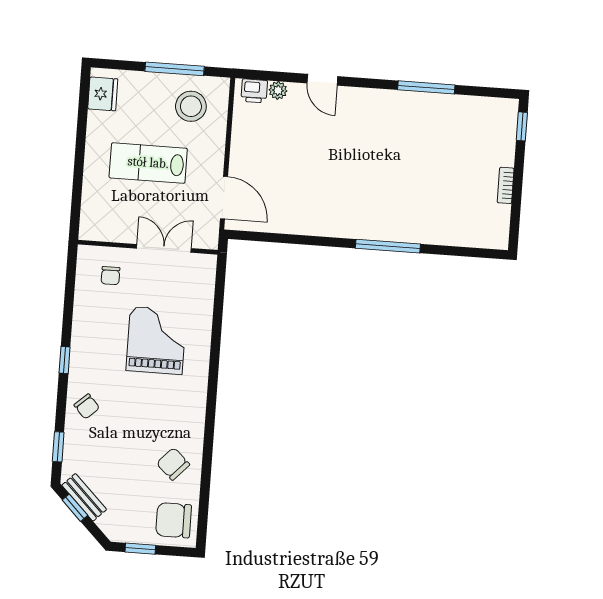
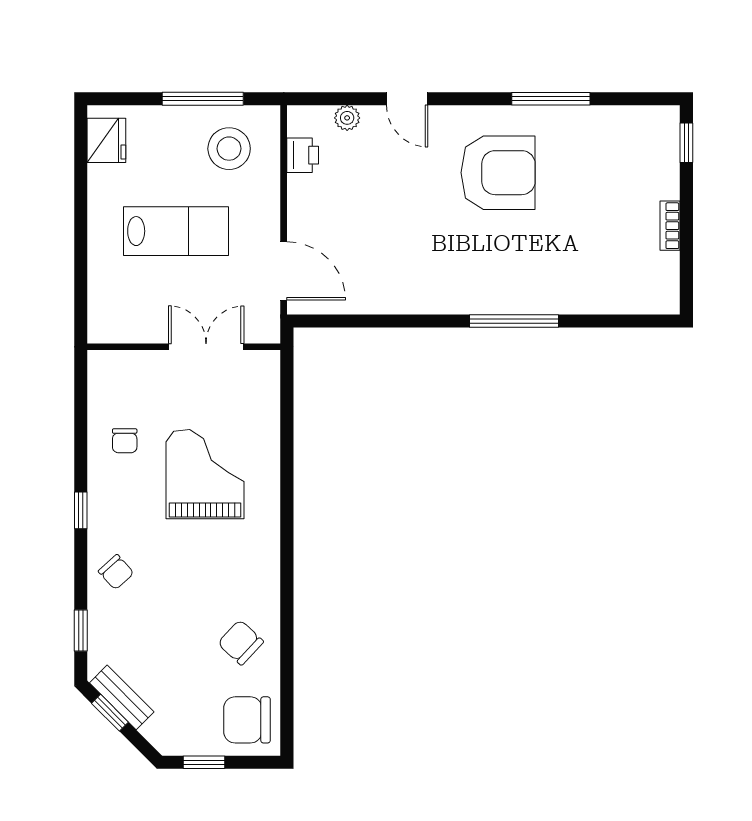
printer: (254, 91) -> (303, 155), moved, turned -90
armchair: (384, 138) -> (498, 173), added
lab bench: (148, 163) -> (176, 231), turned 180
chair: (110, 276) -> (125, 441), moved

